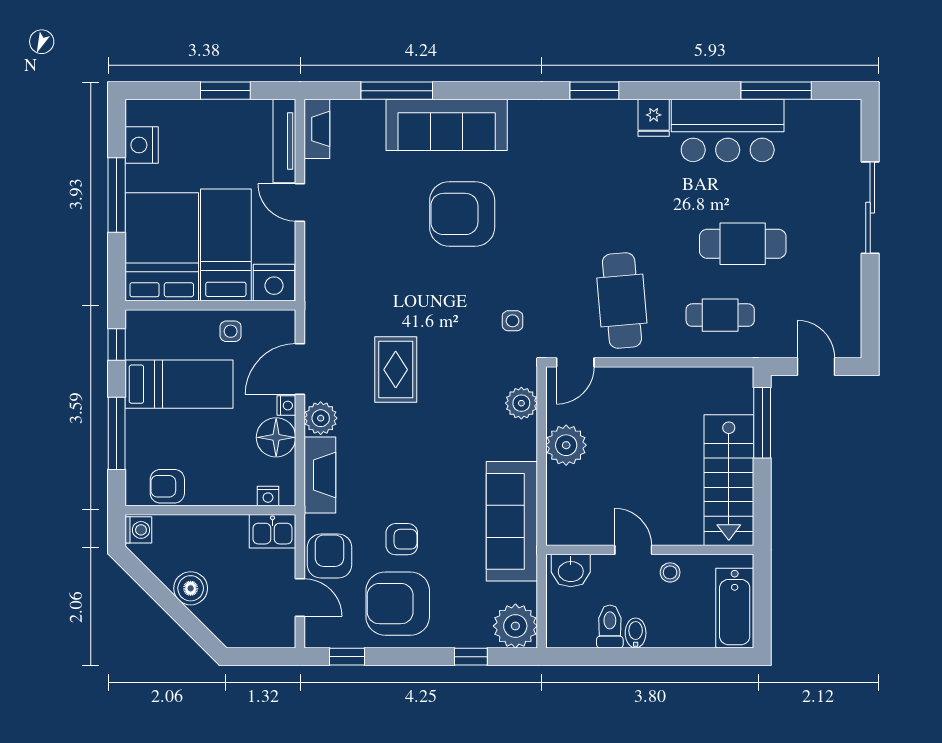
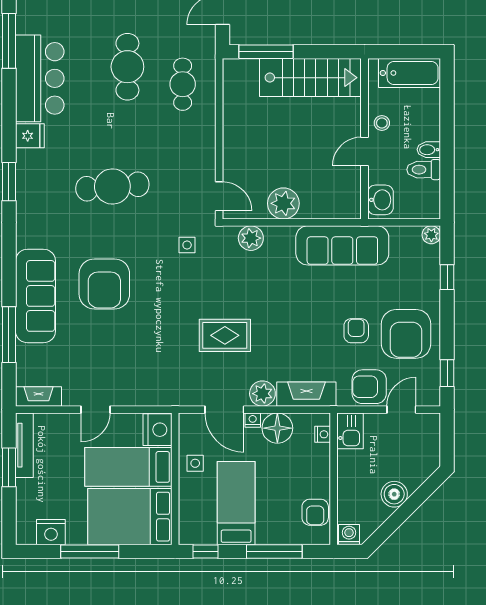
tv unit: (284, 141) -> (24, 445), moved, turned -90
cafe table: (622, 300) -> (112, 186), moved
plant: (515, 626) -> (431, 235), width x0.53, depth x0.53

